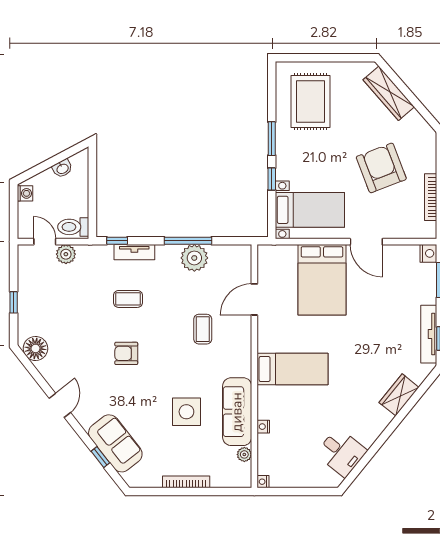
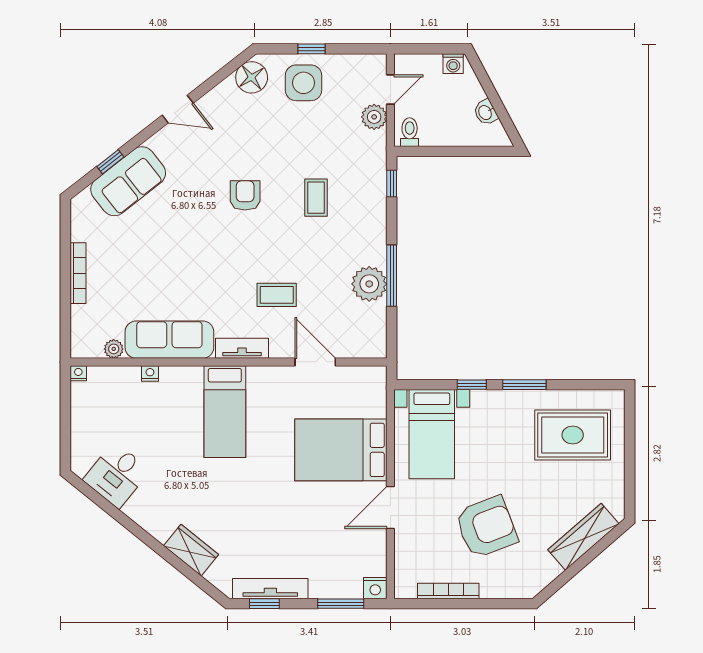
toilet: (73, 227) -> (410, 132), width x0.73, depth x0.72
tv unit: (134, 252) -> (242, 348), moved, turned 90
side table: (186, 412) -> (304, 83), moved

